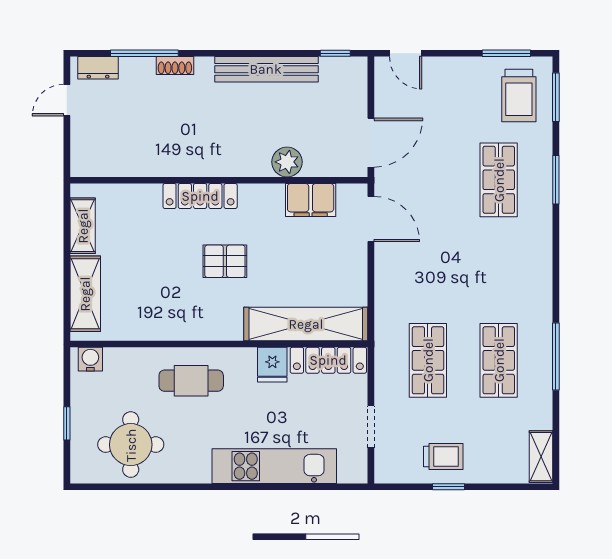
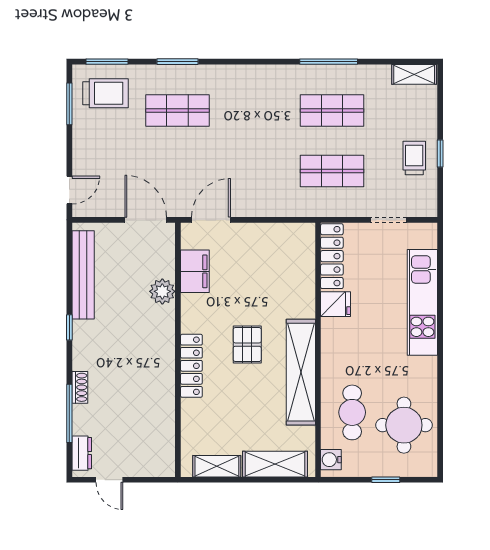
window: (335, 53) -> (69, 327), moved
bench: (266, 69) -> (83, 275), moved
shelving: (306, 324) -> (301, 372), moved
cafe table: (191, 381) -> (352, 412), moved

